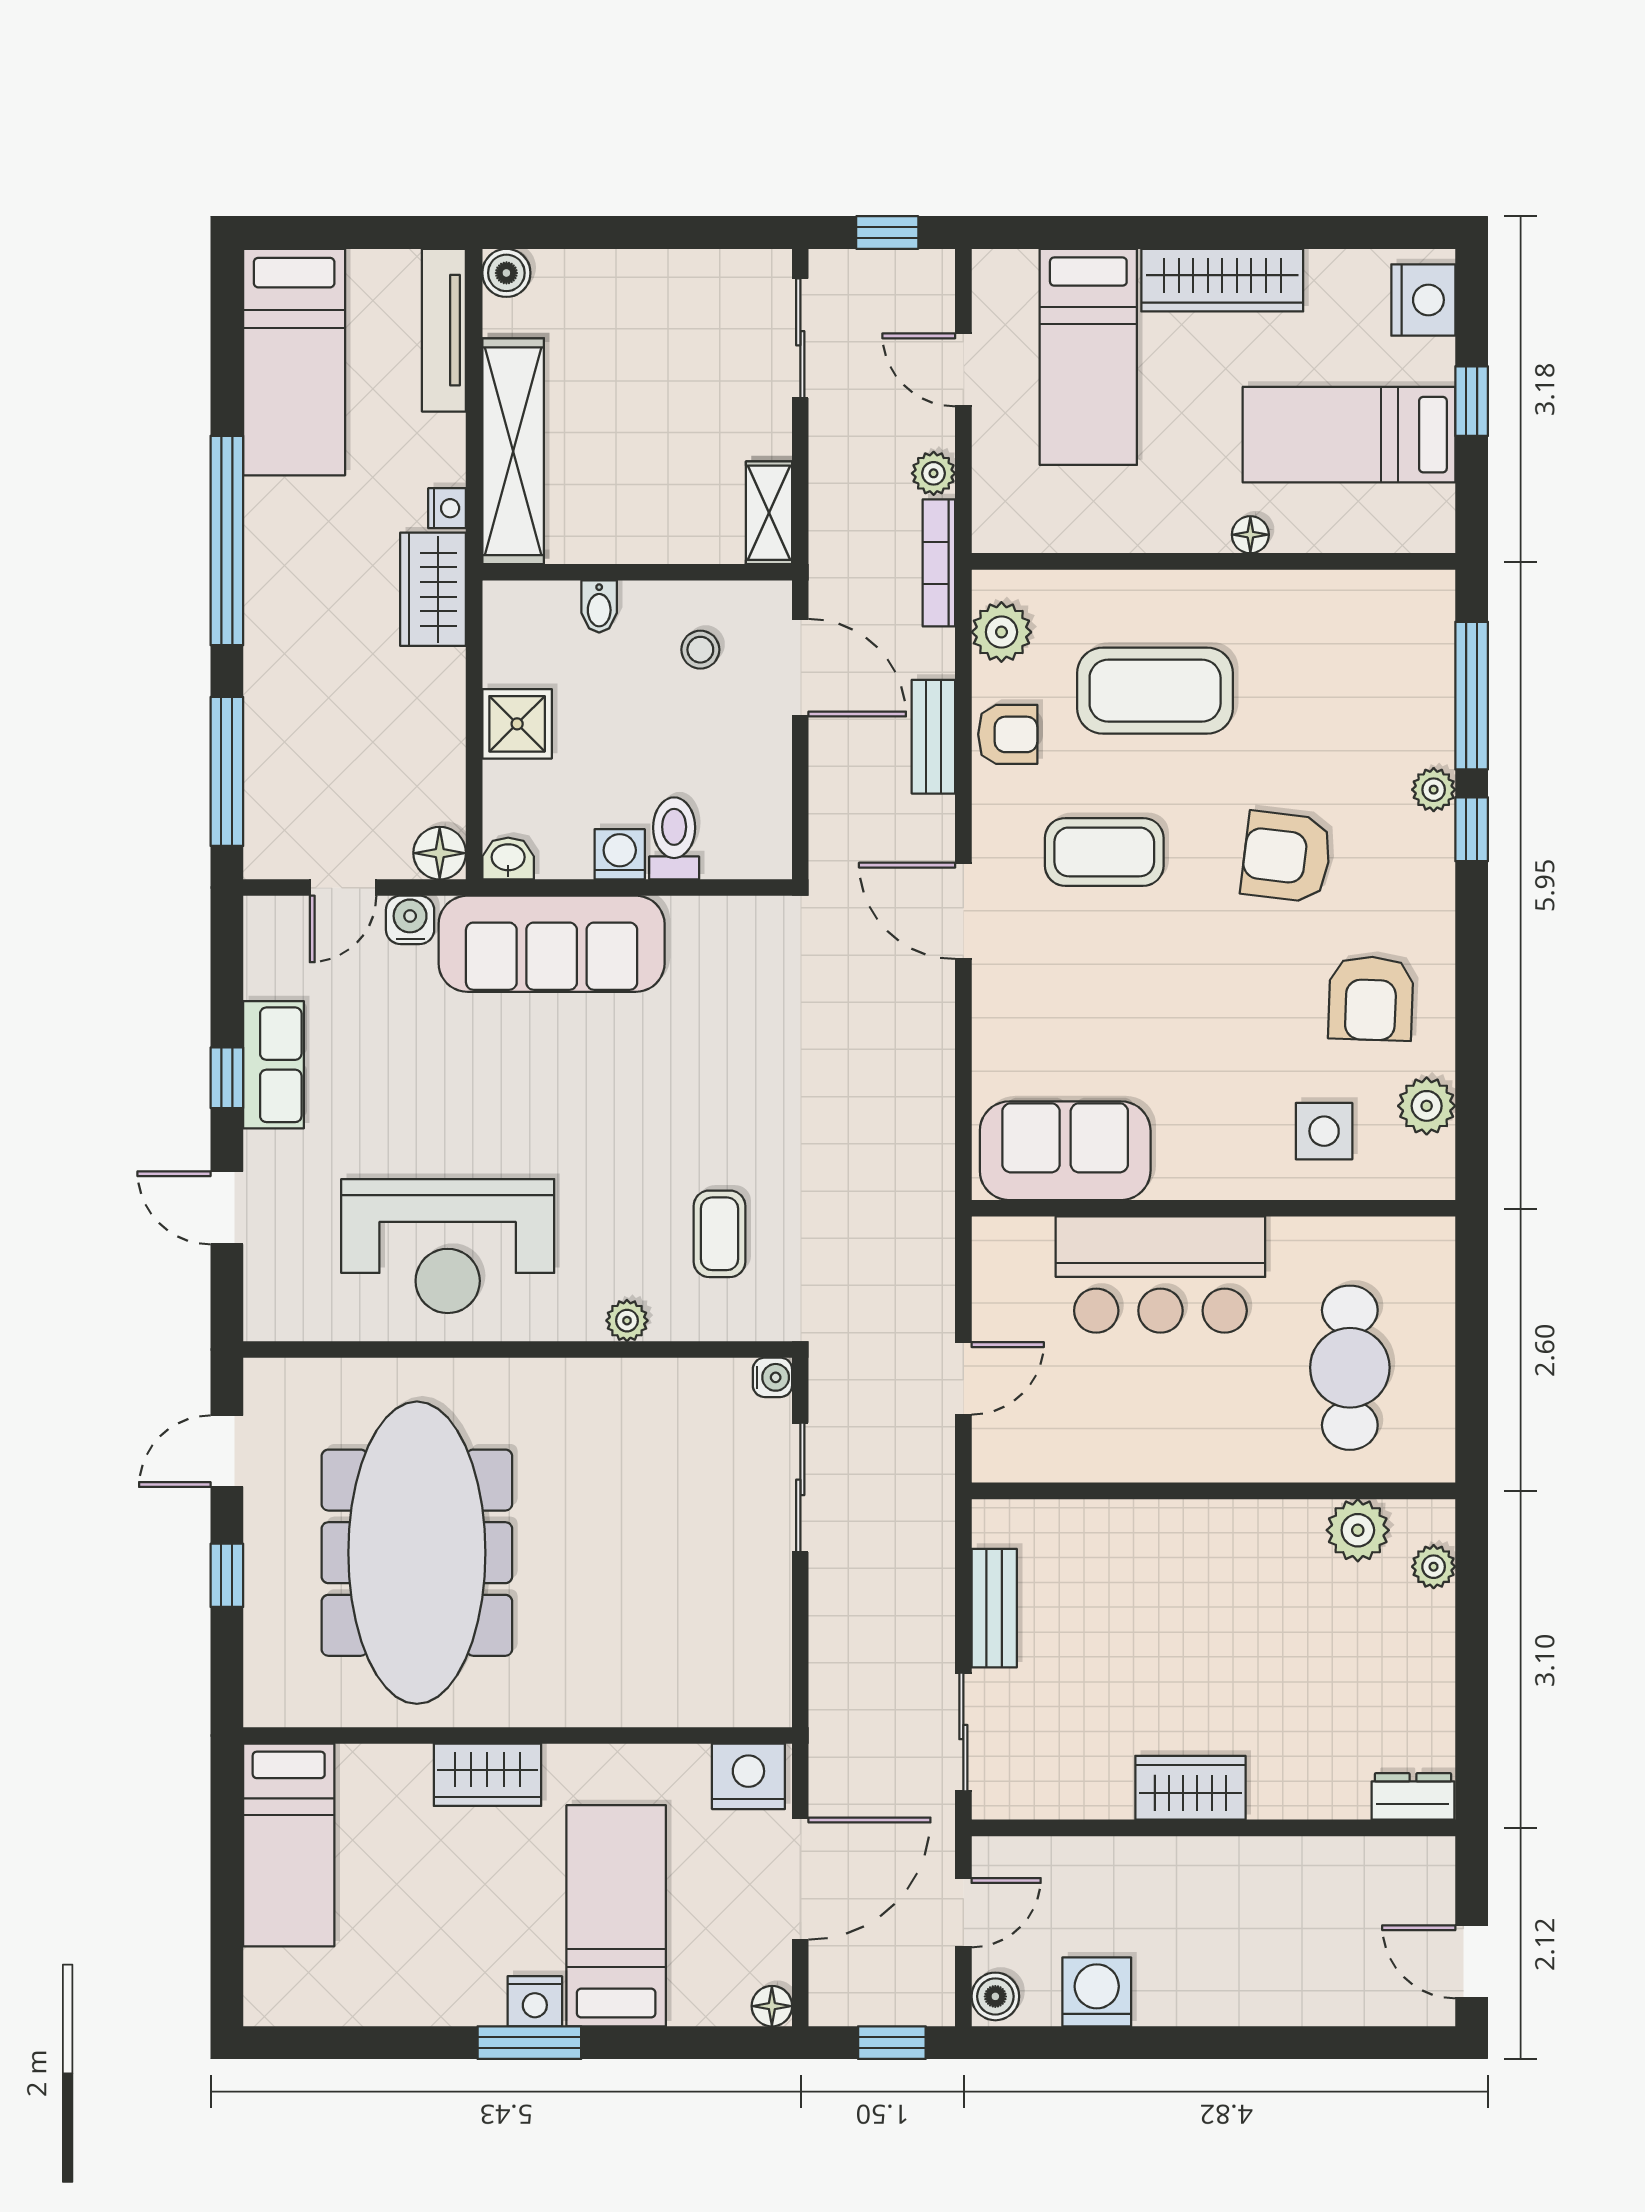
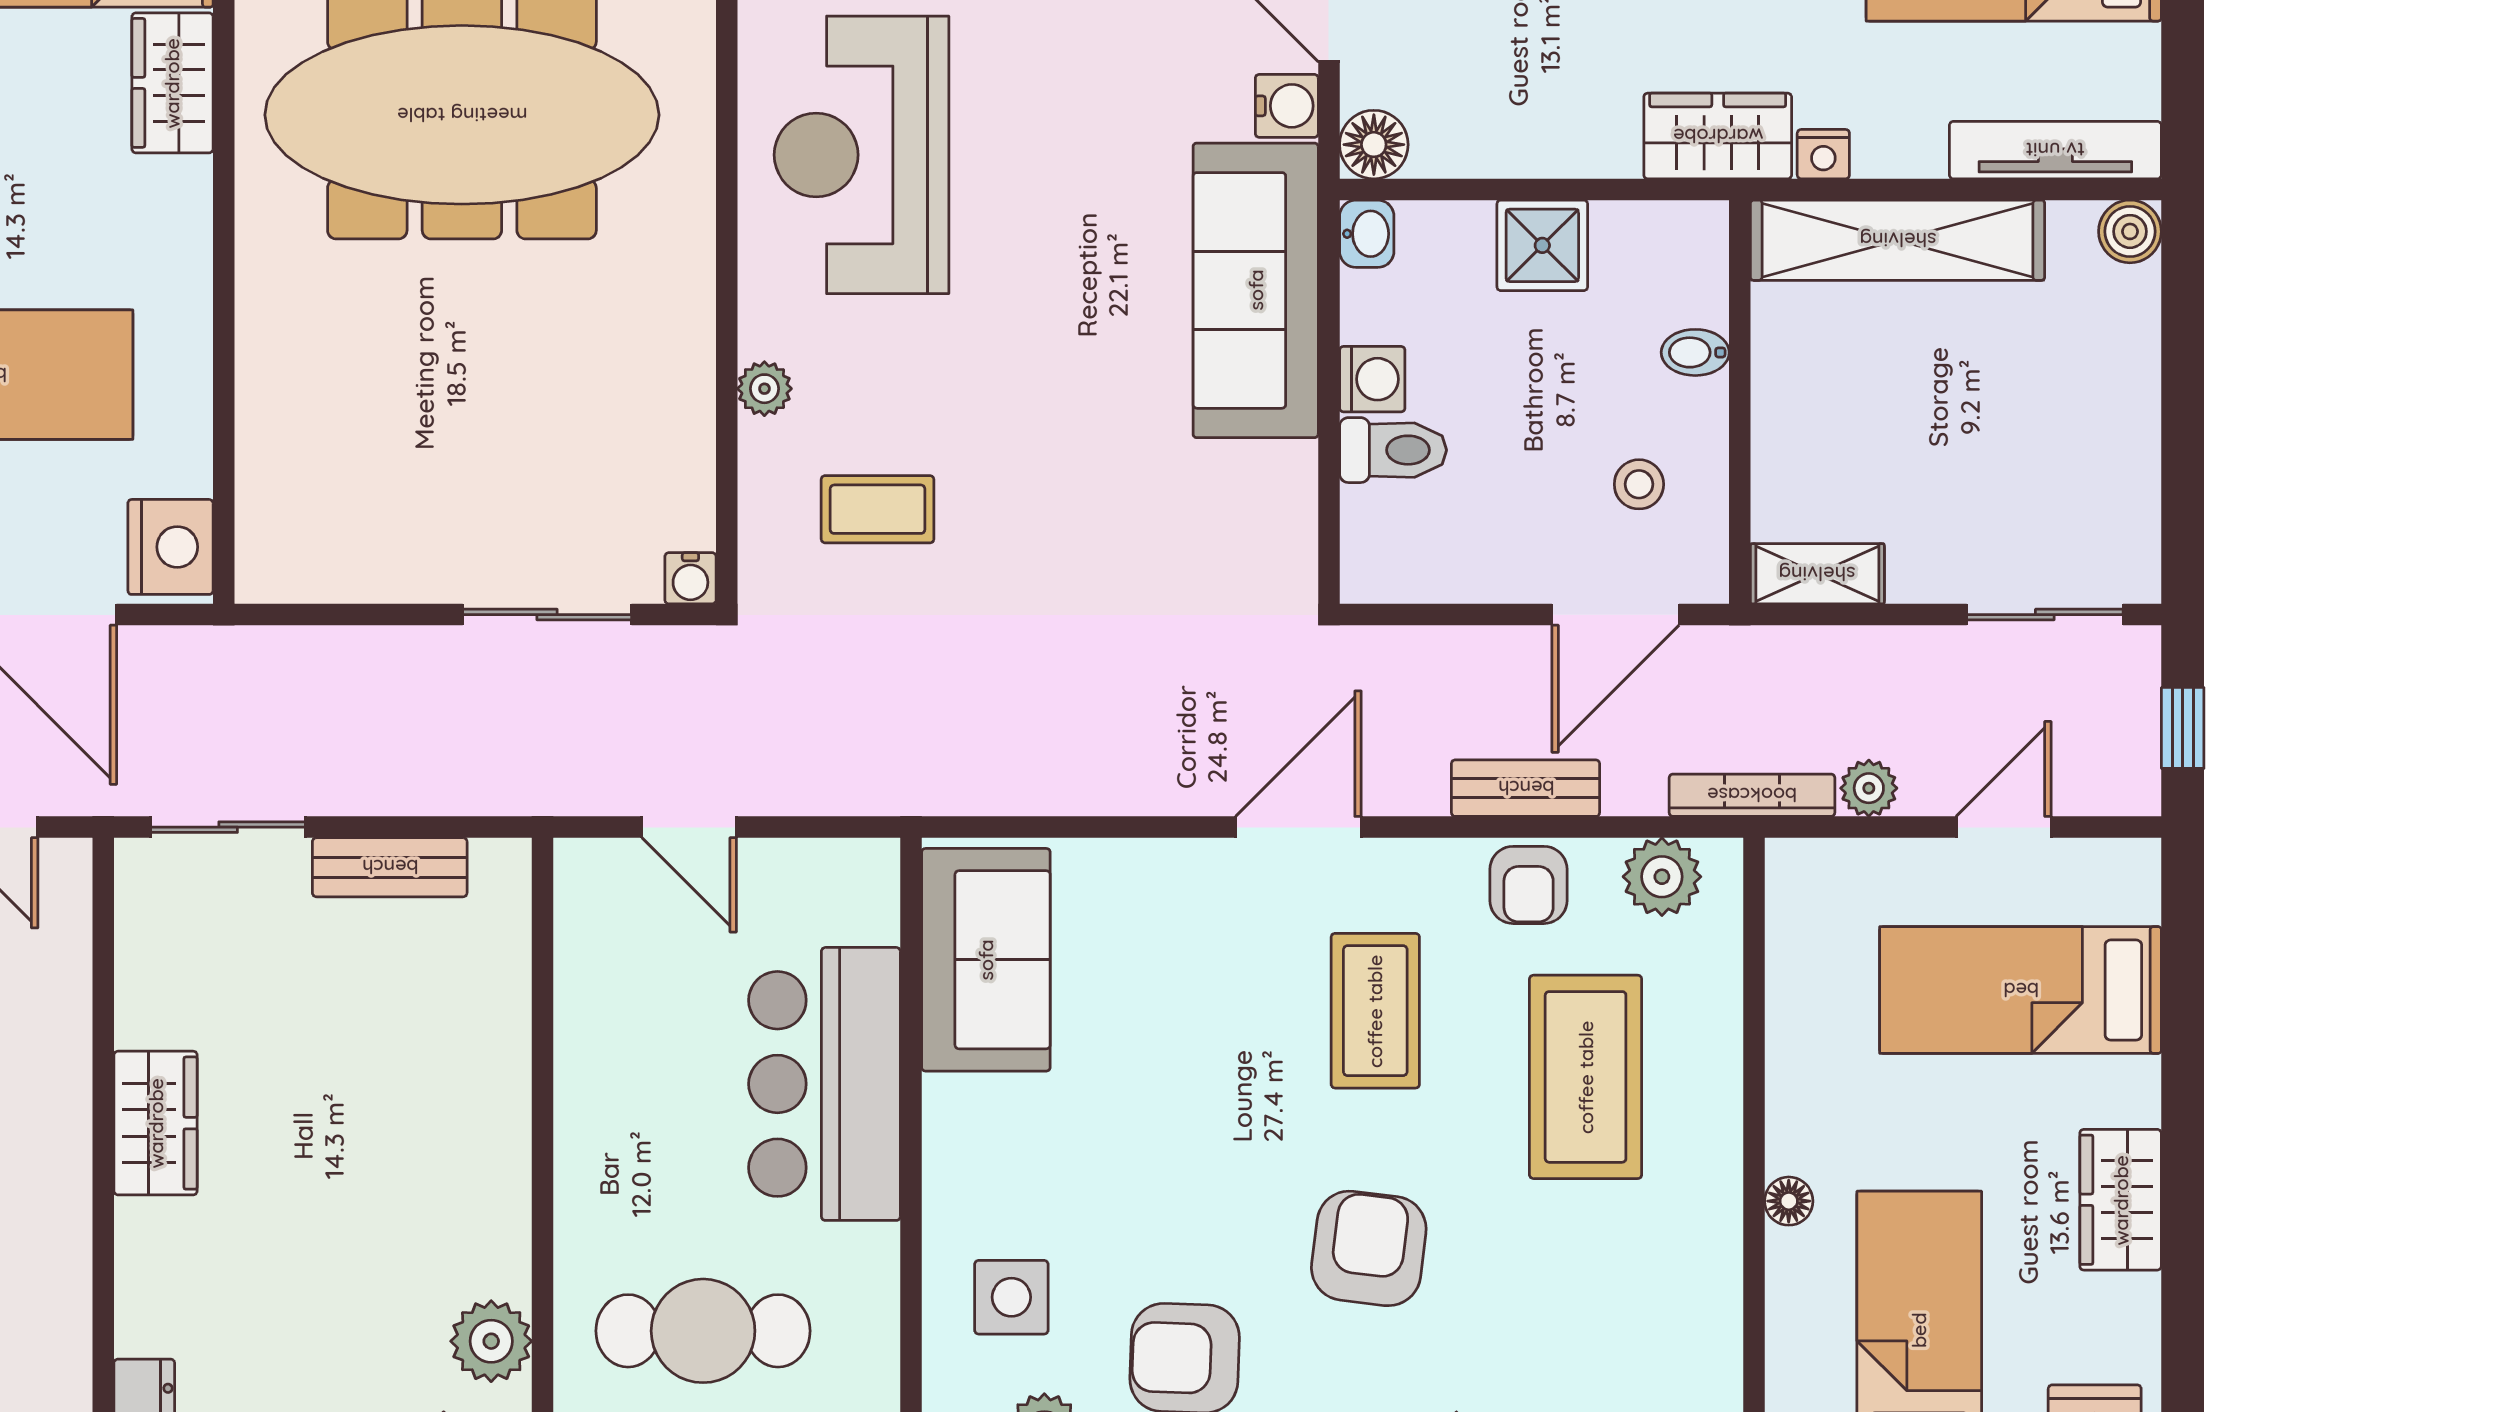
wardrobe: (1222, 280) -> (2121, 1200), width x0.67
wardrobe: (487, 1775) -> (172, 83), moved

